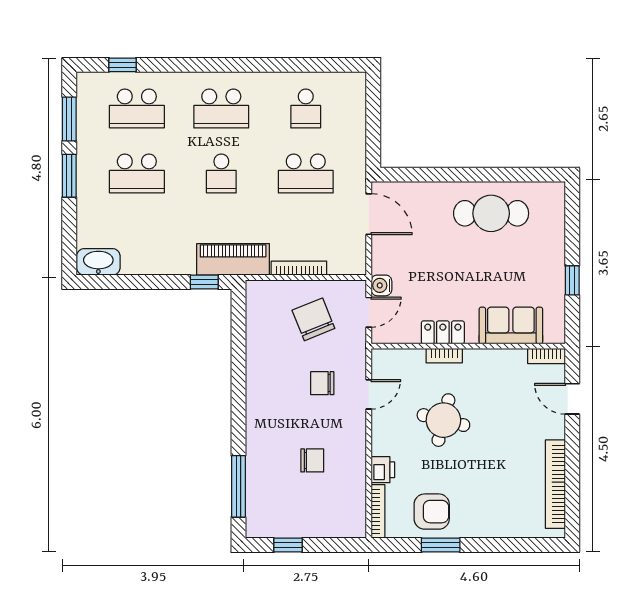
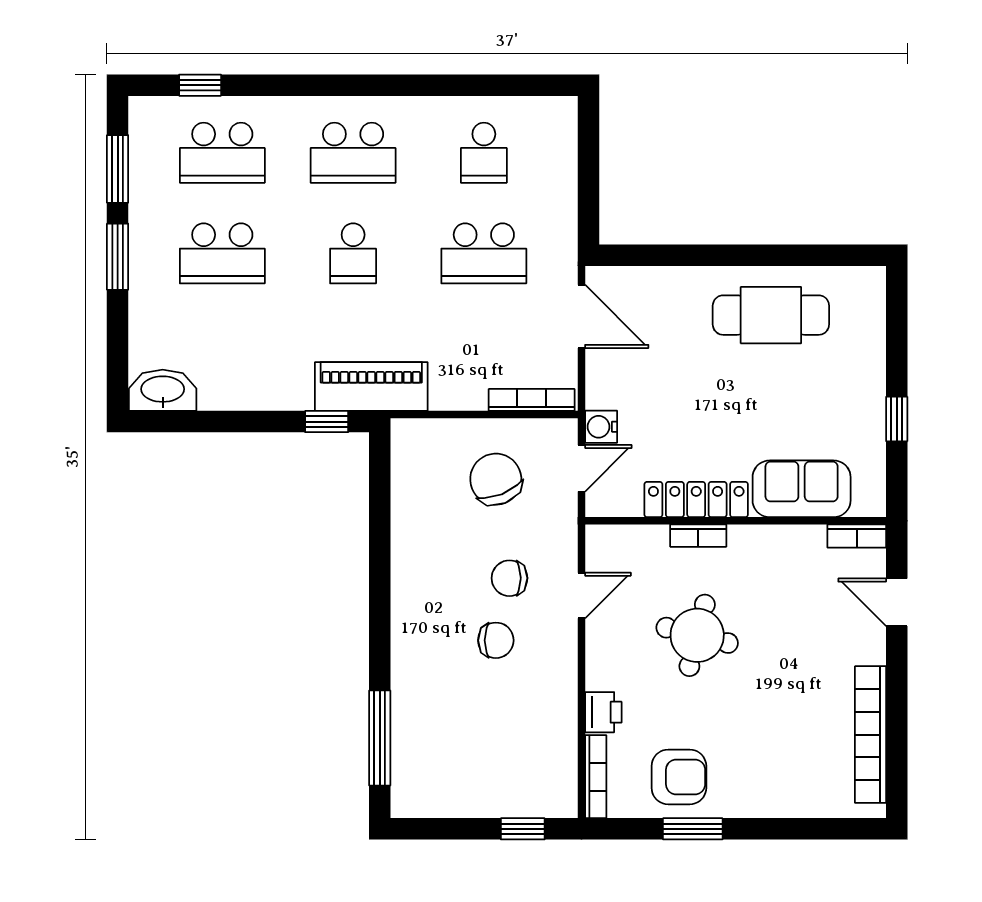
bookcase: (299, 268) -> (532, 400), moved
locker: (443, 332) -> (696, 499), width x1.53
chair: (312, 460) -> (496, 640), moved
window: (288, 545) -> (523, 829), moved

